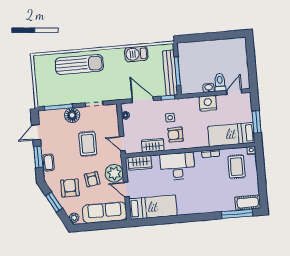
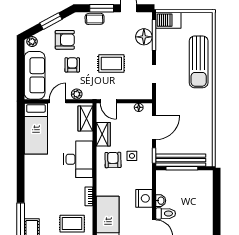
barbecue: (136, 54) -> (168, 20), moved, turned -90
floor lamp: (72, 115) -> (144, 37), moved
door: (122, 144) -> (108, 101), swing flipped
plant: (114, 173) -> (77, 94), width x0.53, depth x0.53
armchair: (92, 179) -> (72, 65), turned 99

